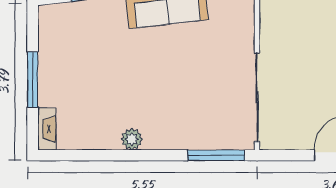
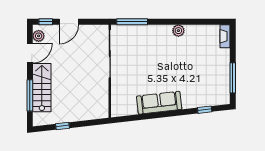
window: (33, 80) -> (233, 78), moved

